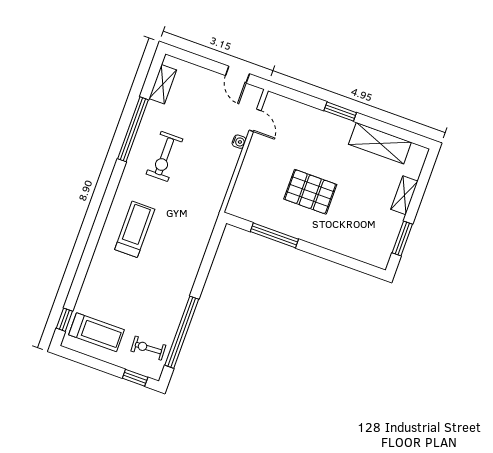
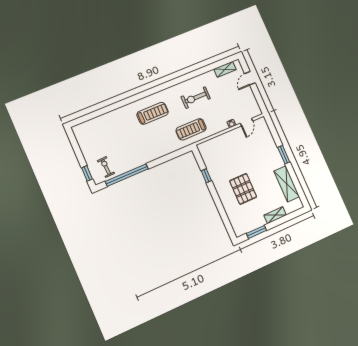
door: (237, 75) -> (250, 78), moved
window: (133, 129) -> (194, 74), removed
pallet: (310, 192) -> (243, 189), moved
window: (274, 235) -> (206, 176), width x0.46
window: (64, 320) -> (84, 119), removed
treadmill: (97, 332) -> (191, 129), moved, turned 90

